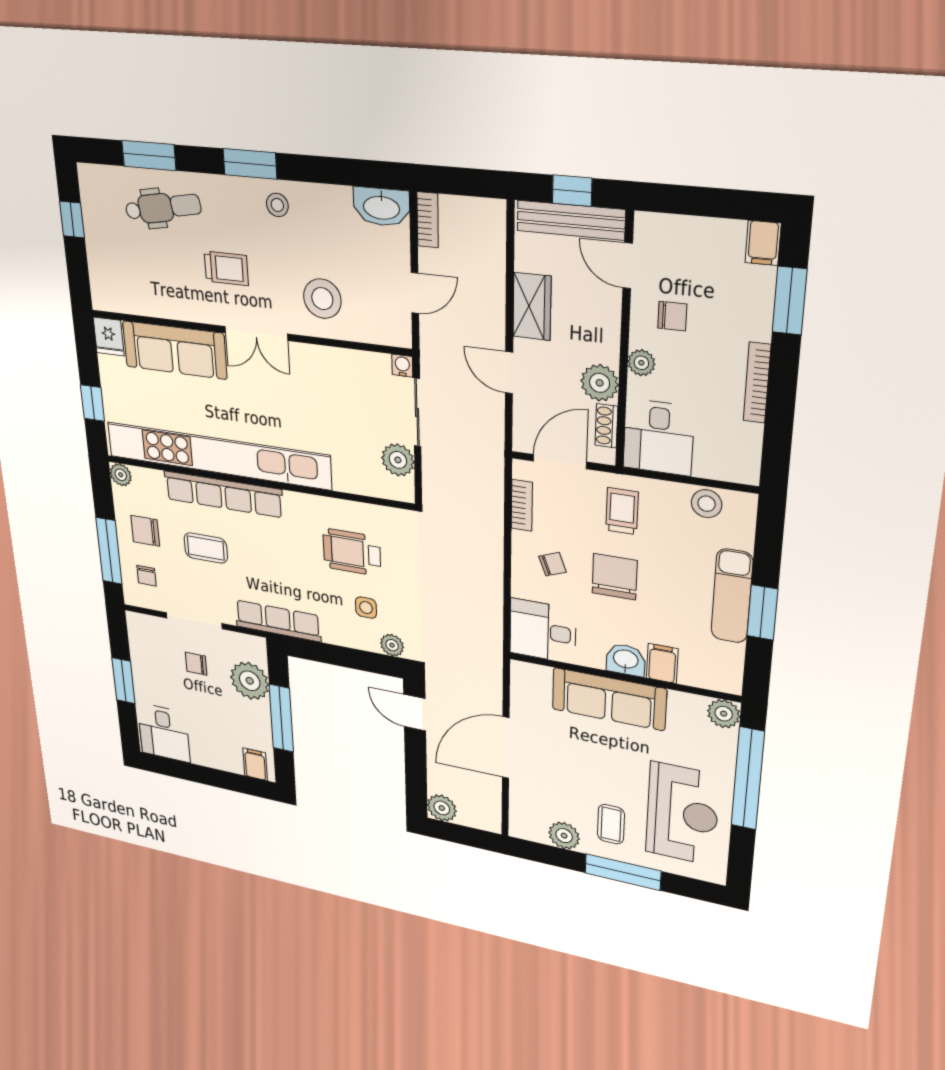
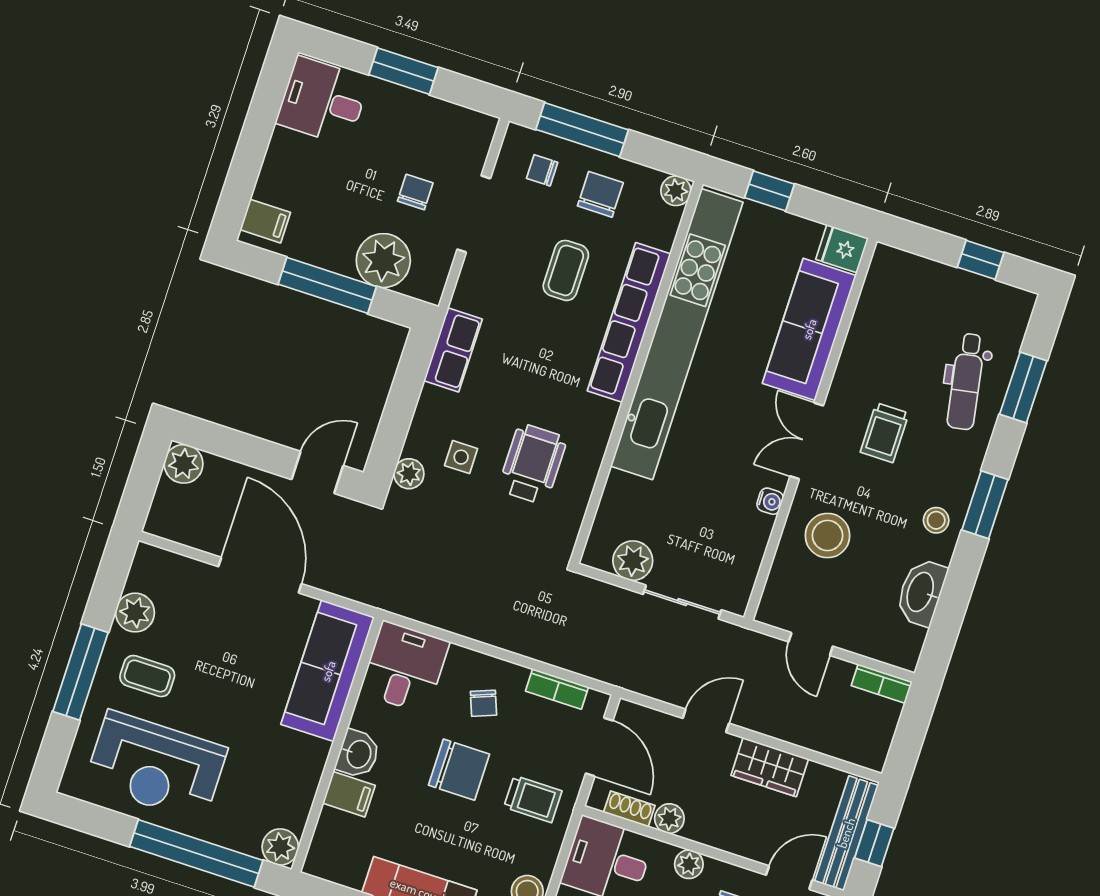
washbasin: (381, 207) -> (921, 592), moved
water cooler: (402, 366) -> (770, 501), moved
plant: (600, 383) -> (669, 819), width x0.73, depth x0.73
row of seats: (278, 621) -> (453, 350), width x0.68
sofa: (609, 699) -> (328, 671), moved

